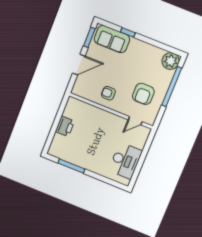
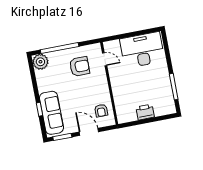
sofa: (112, 39) -> (51, 113), width x1.36
armchair: (108, 93) -> (101, 111), moved
desk: (125, 161) -> (142, 50), width x1.36, depth x1.30

